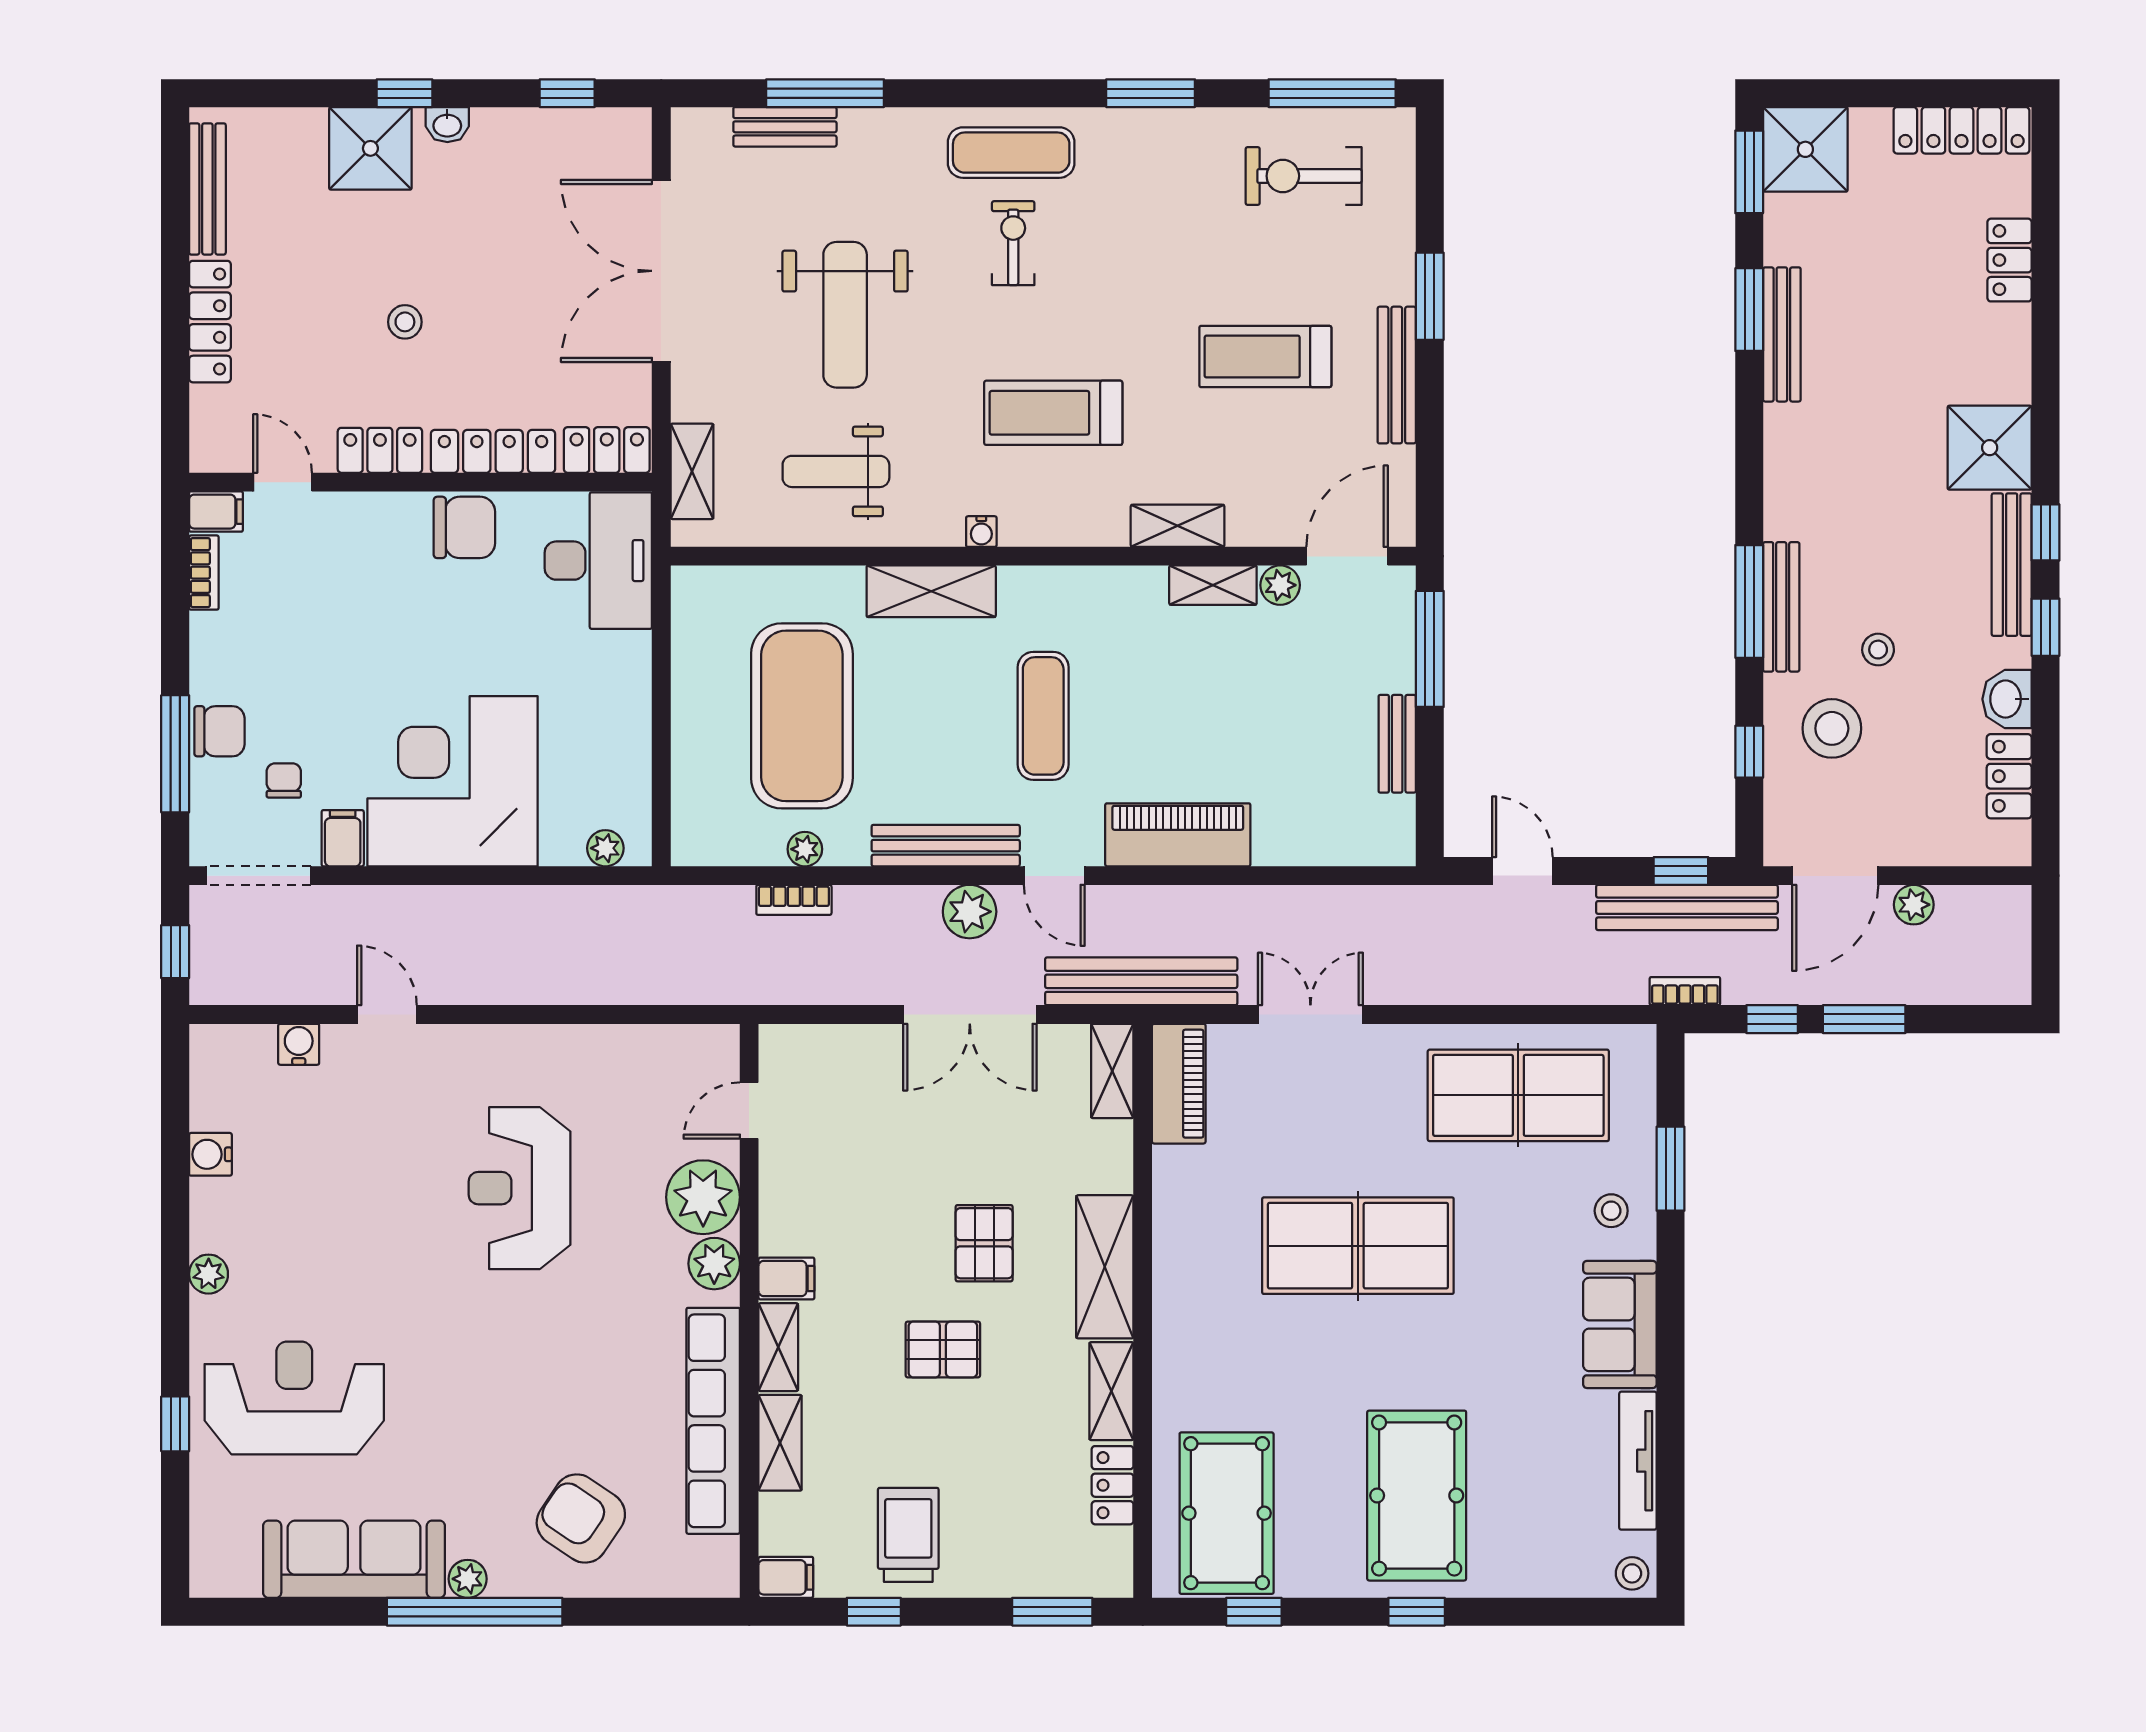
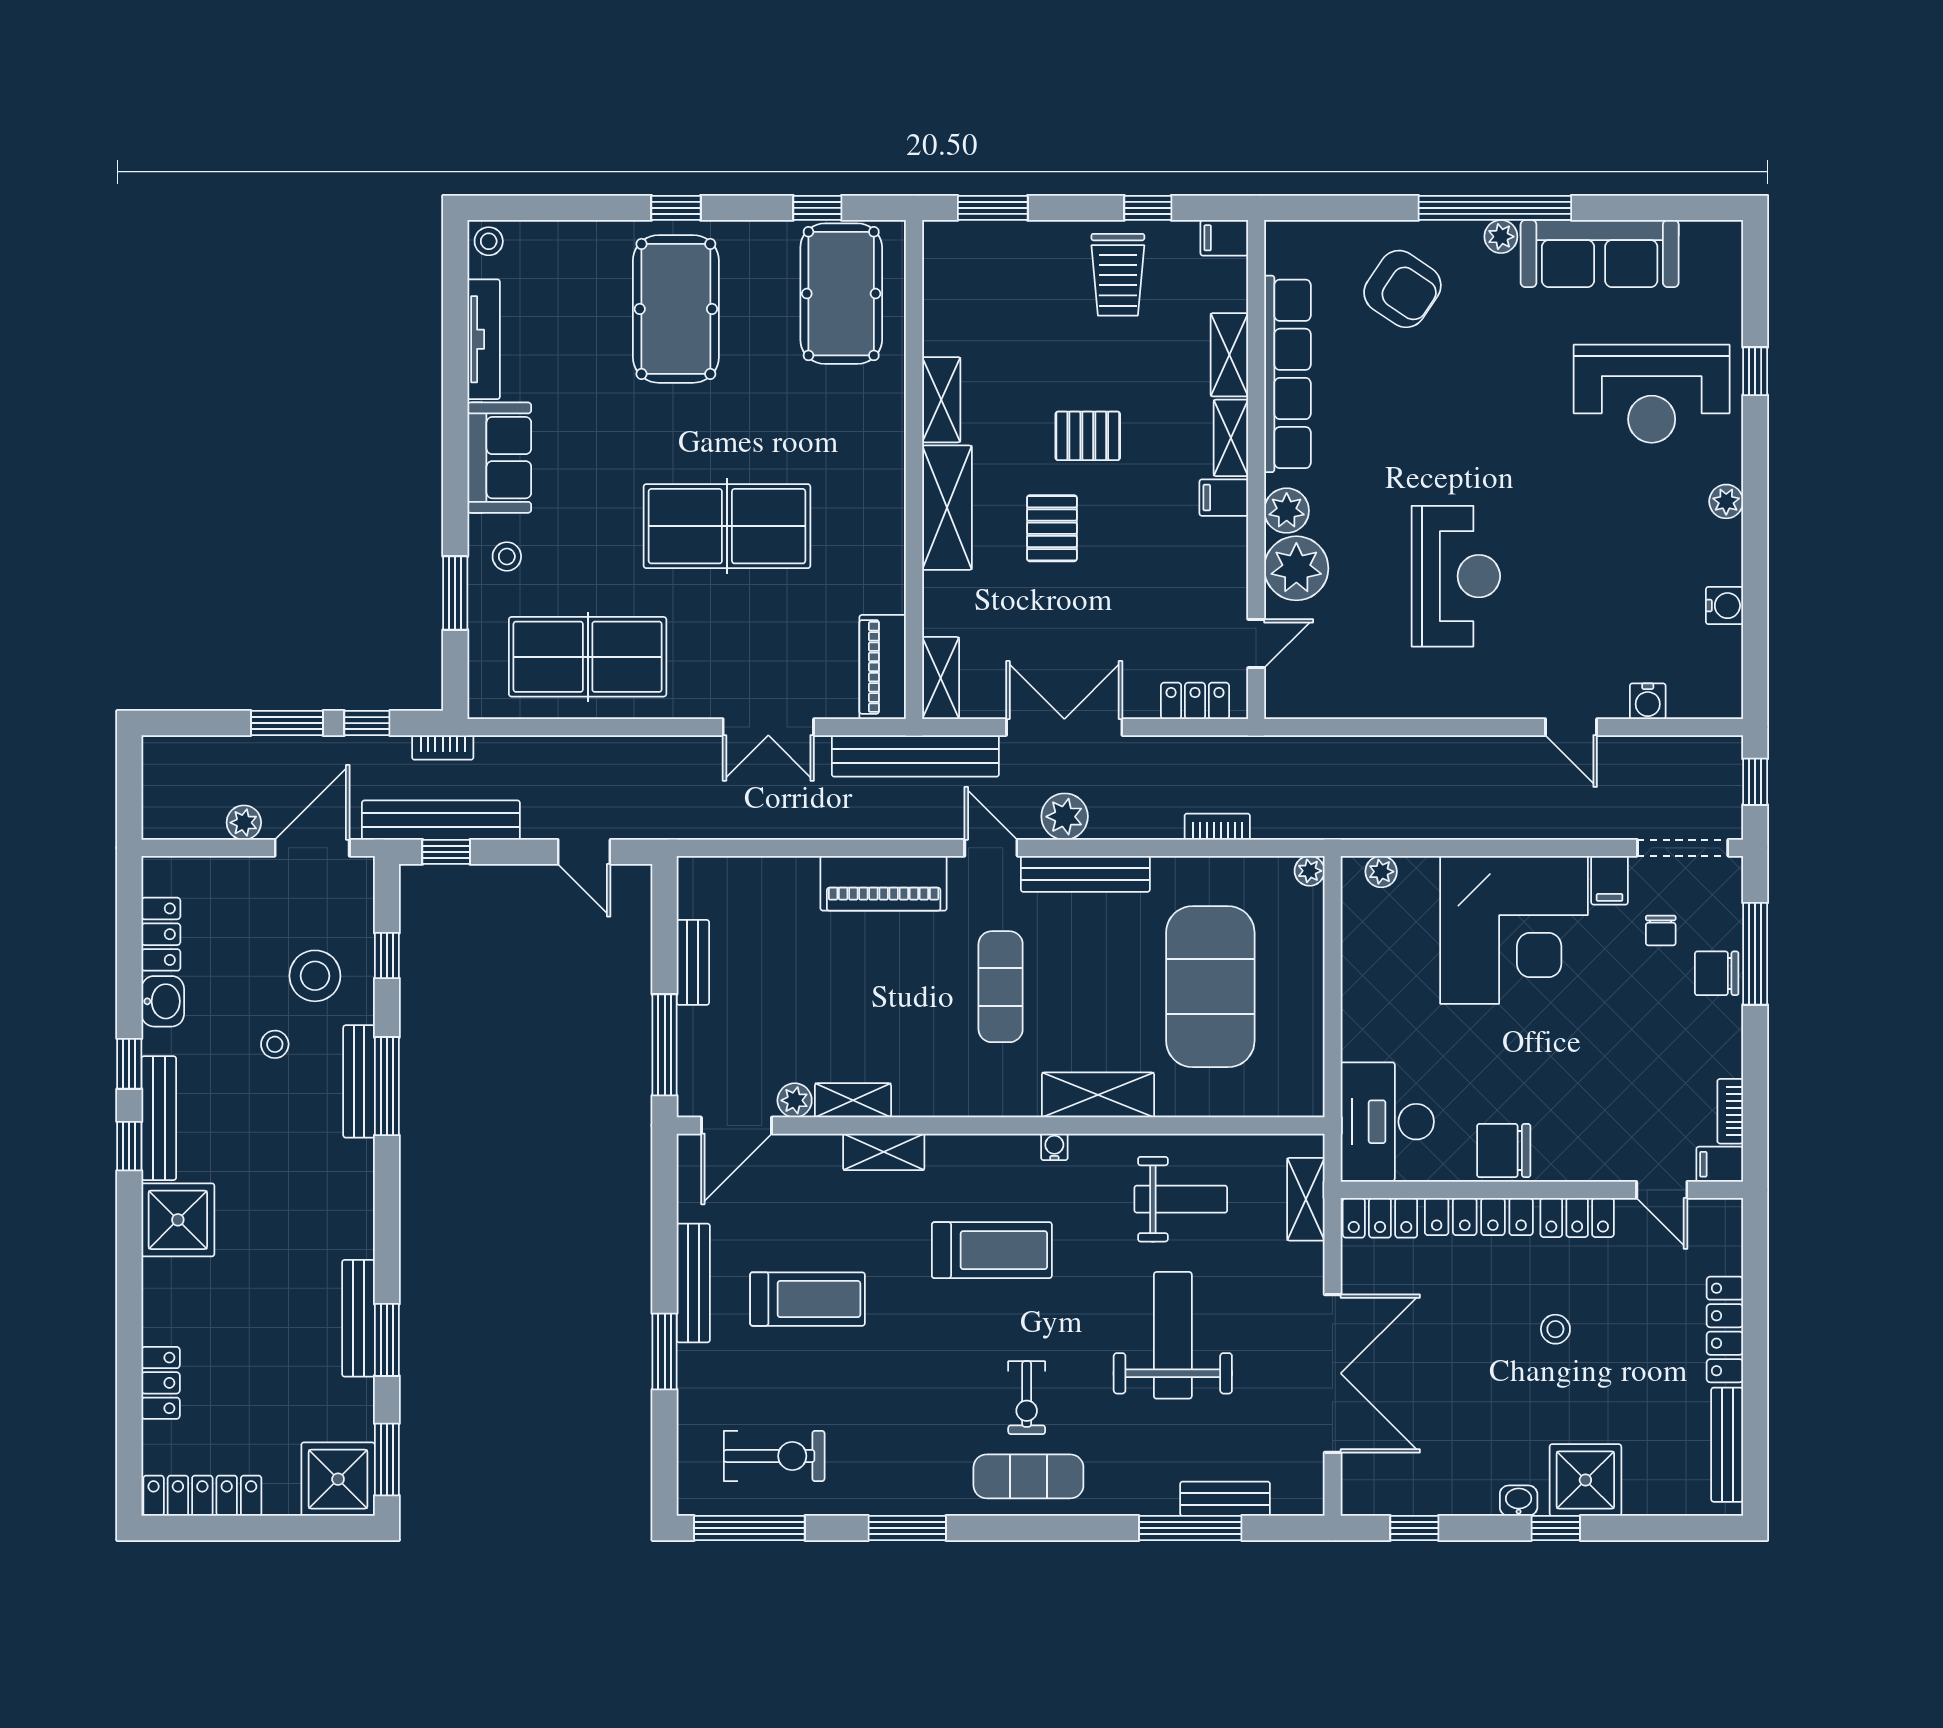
plant: (805, 849) -> (1310, 871), moved
locker: (1113, 1485) -> (1195, 701), moved, turned -90

